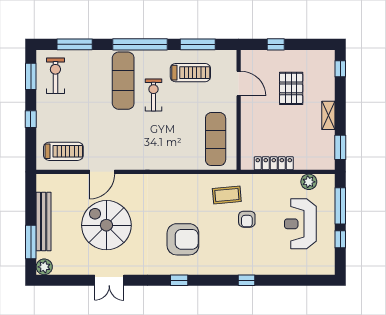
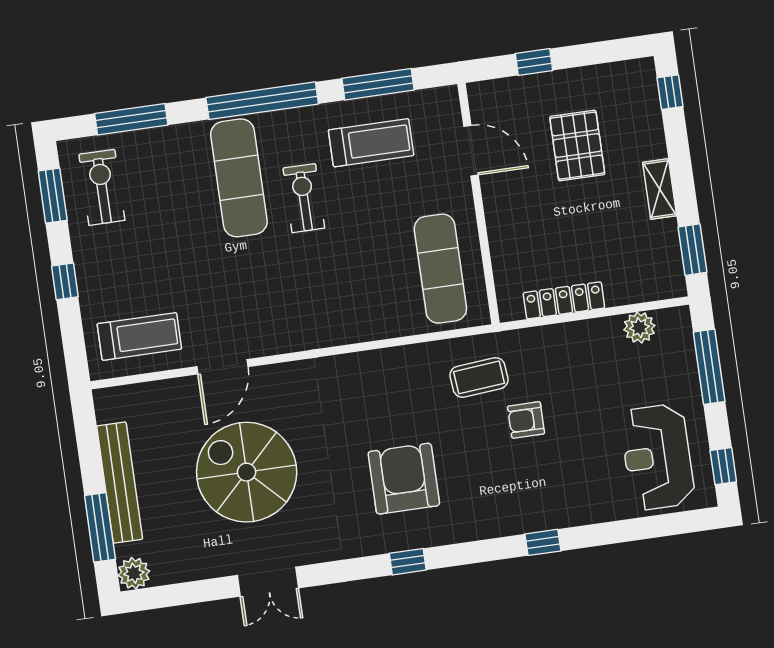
armchair: (247, 219) -> (526, 420), turned 90
reception desk: (300, 224) -> (657, 457), moved
armchair: (183, 239) -> (404, 479), turned -90
window: (340, 239) -> (723, 466), moved

